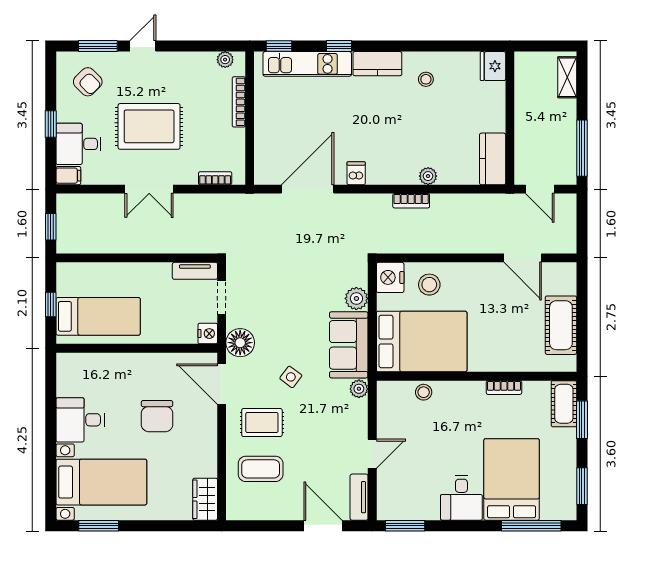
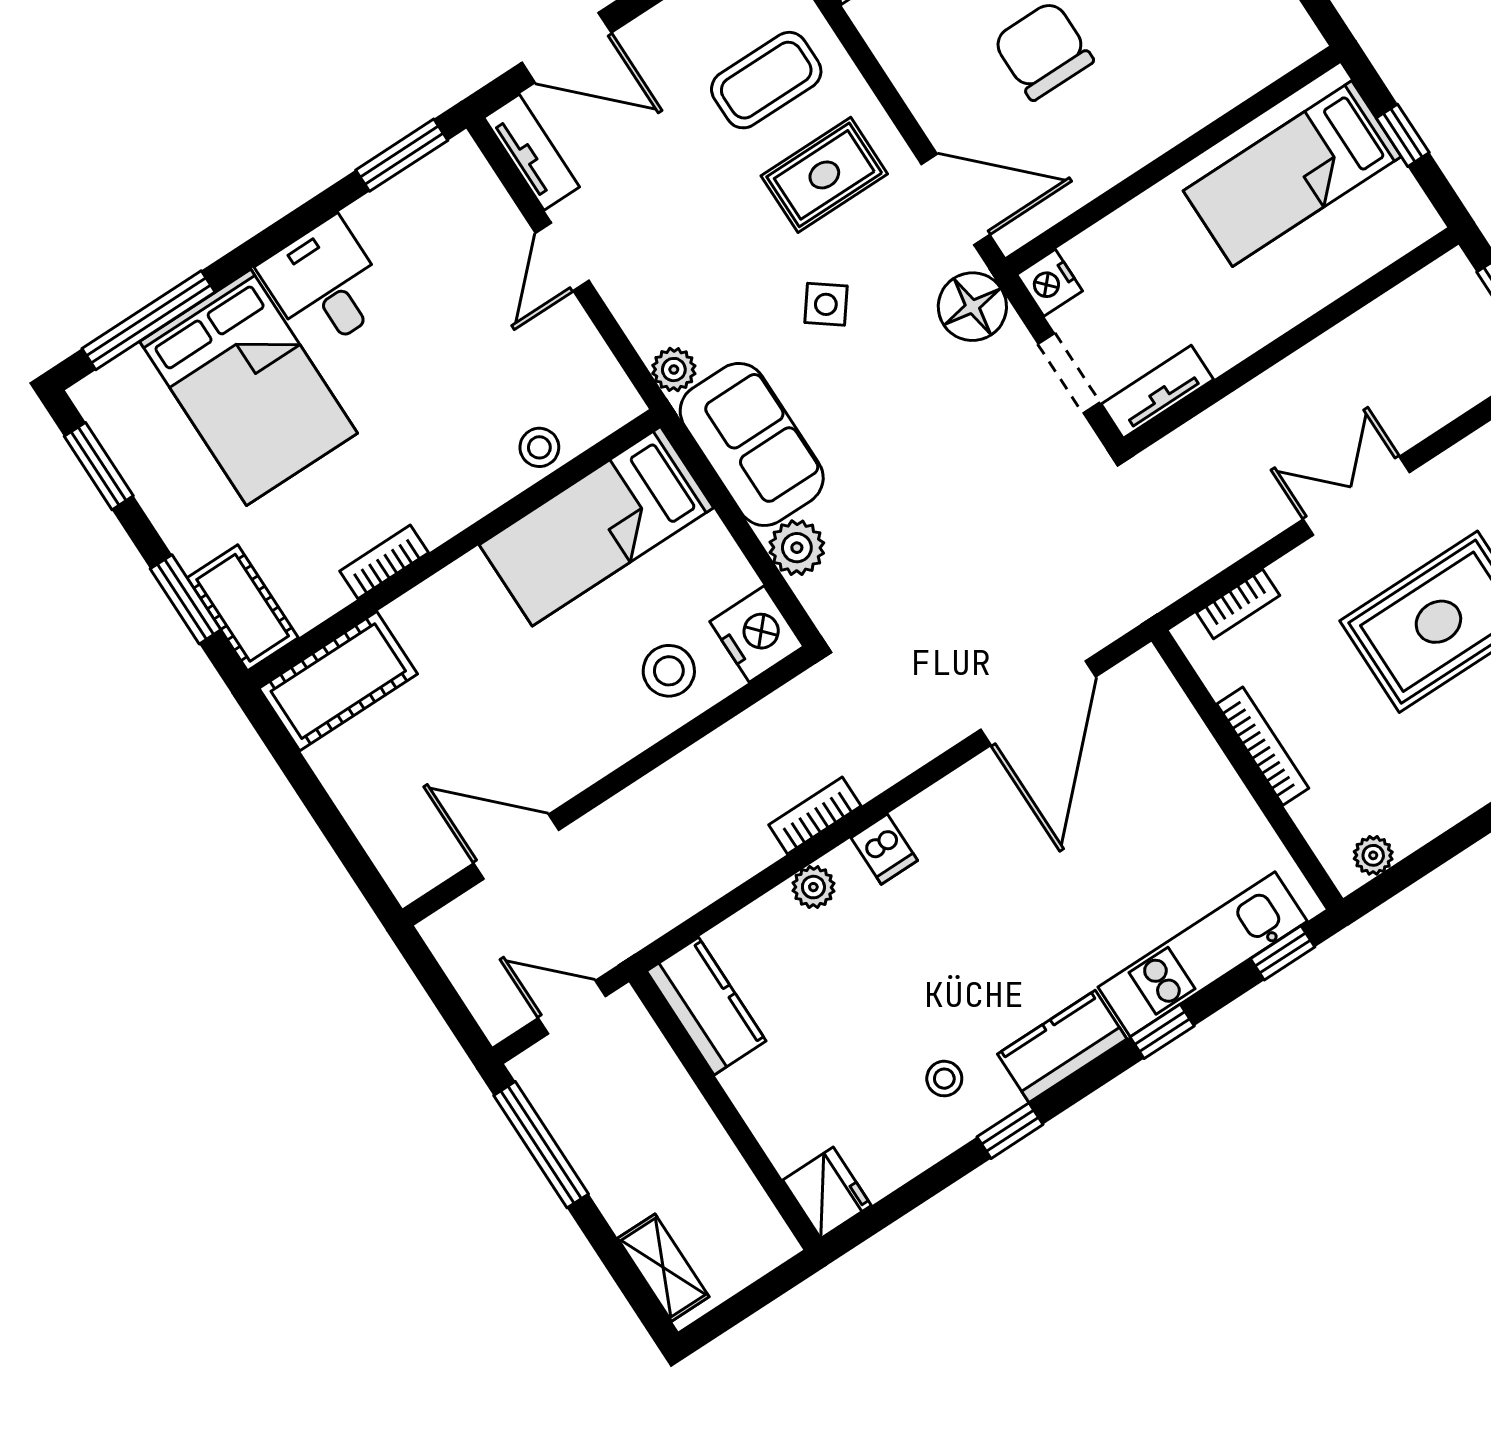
window: (415, 46) -> (1010, 1131), added
bookcase: (239, 102) -> (1263, 746), moved
dishwasher: (356, 173) -> (884, 849), moved
cot: (561, 325) -> (338, 681), moved, turned 90
bed: (422, 341) -> (596, 526), width x0.67

